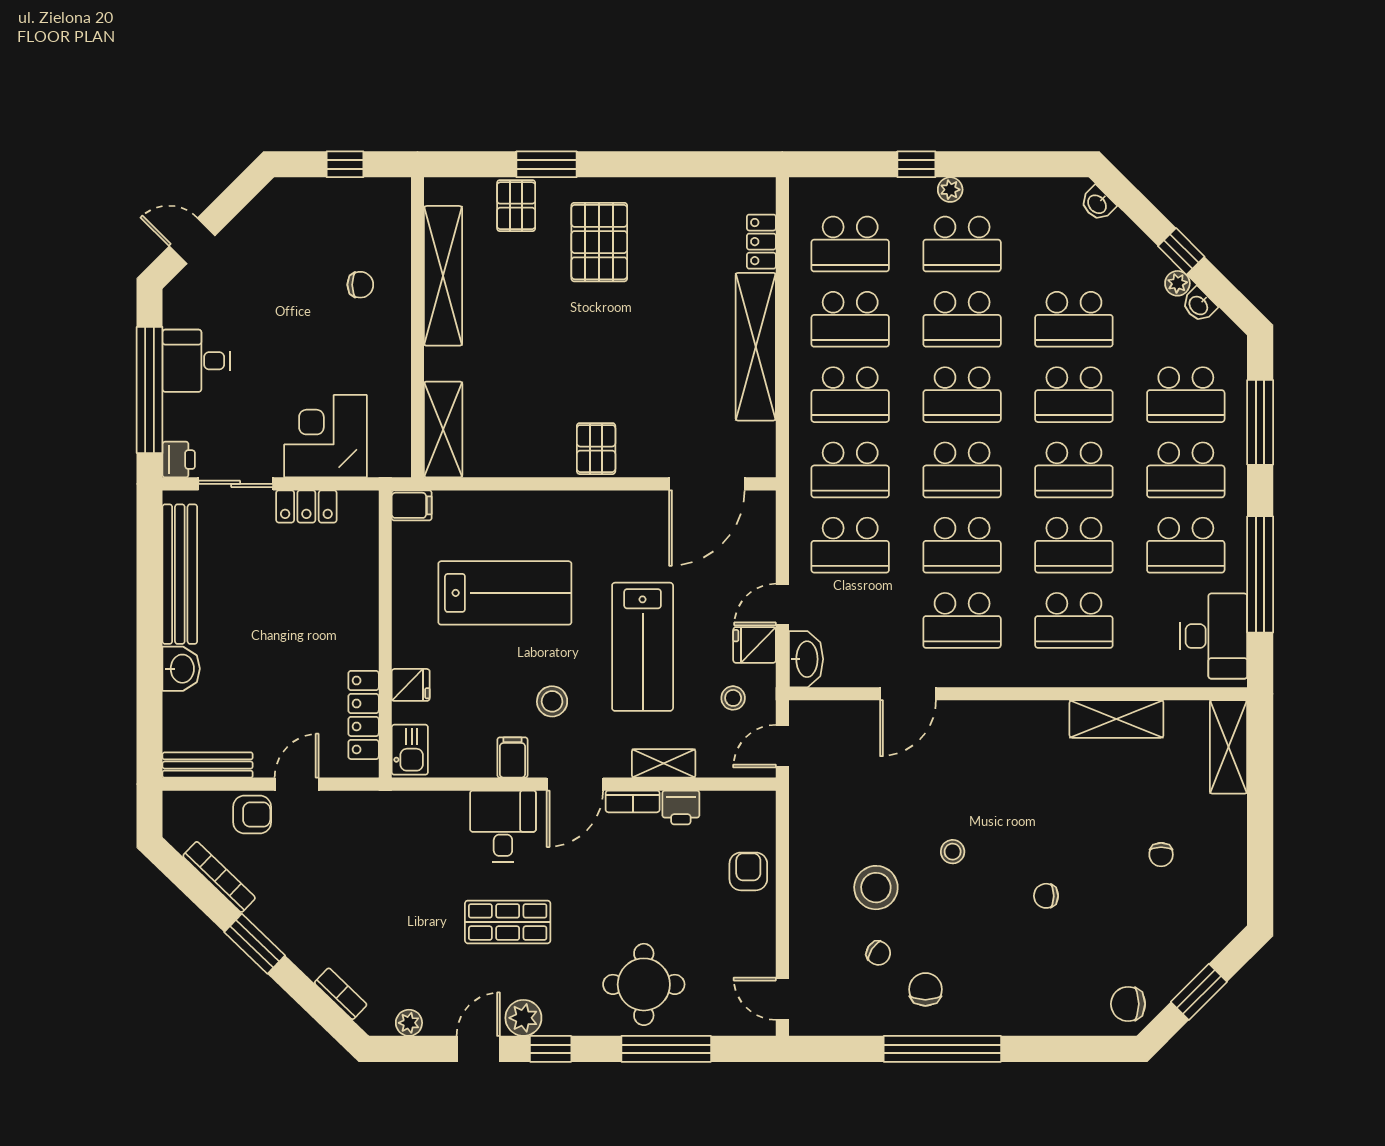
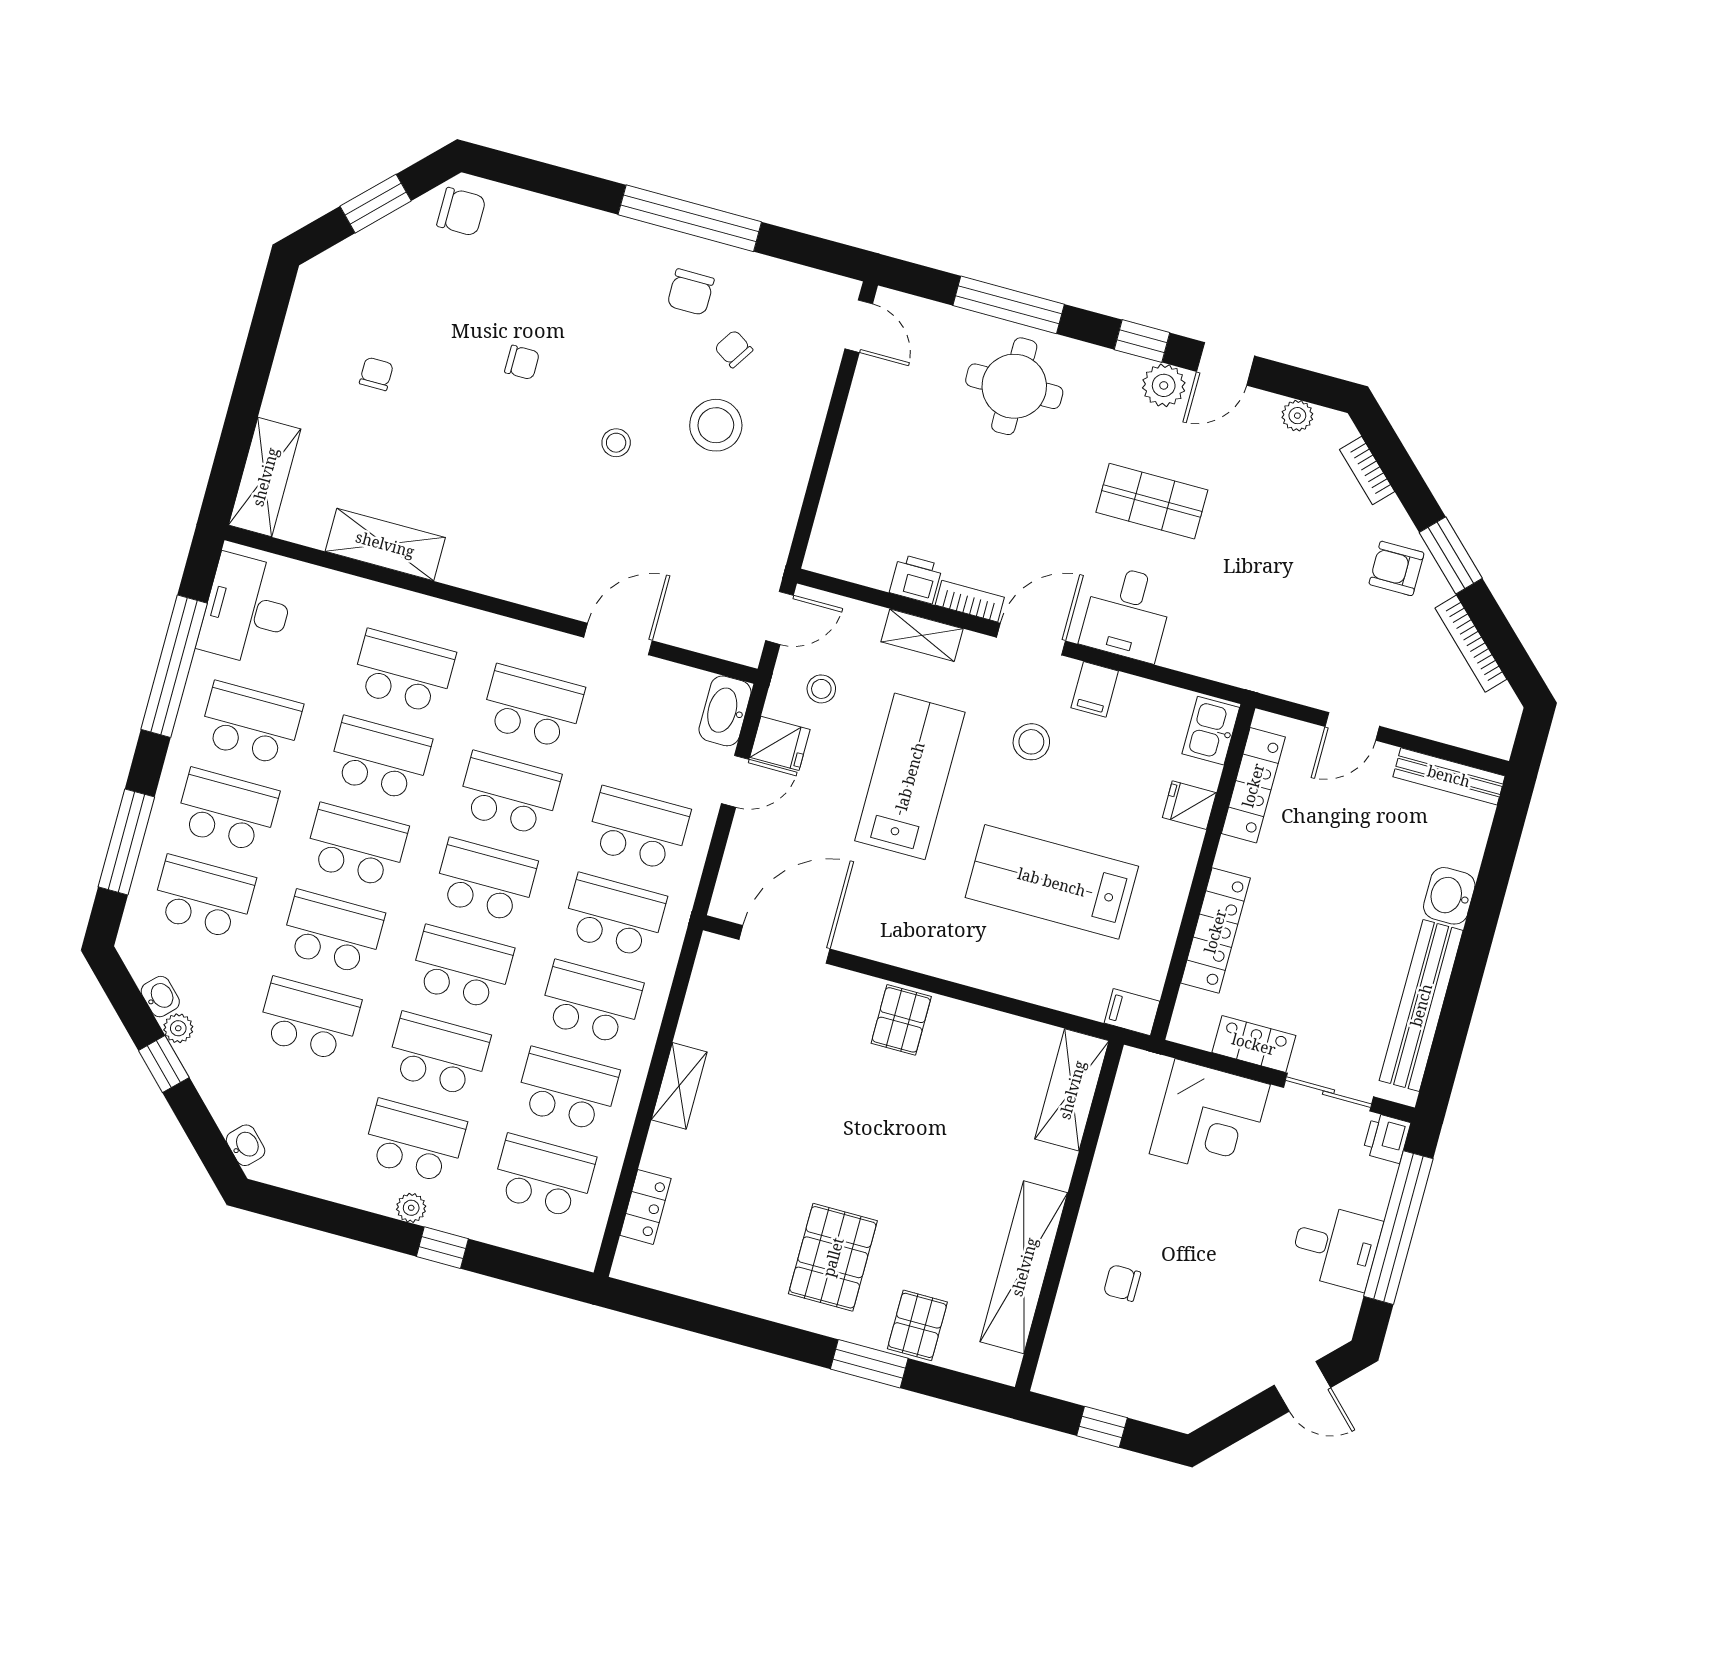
shelving: (756, 347) -> (679, 1086), width x0.45, depth x0.75
locker: (362, 589) -> (1215, 931), added
armchair: (252, 815) -> (1396, 568), moved
armchair: (748, 871) -> (858, 484), removed

